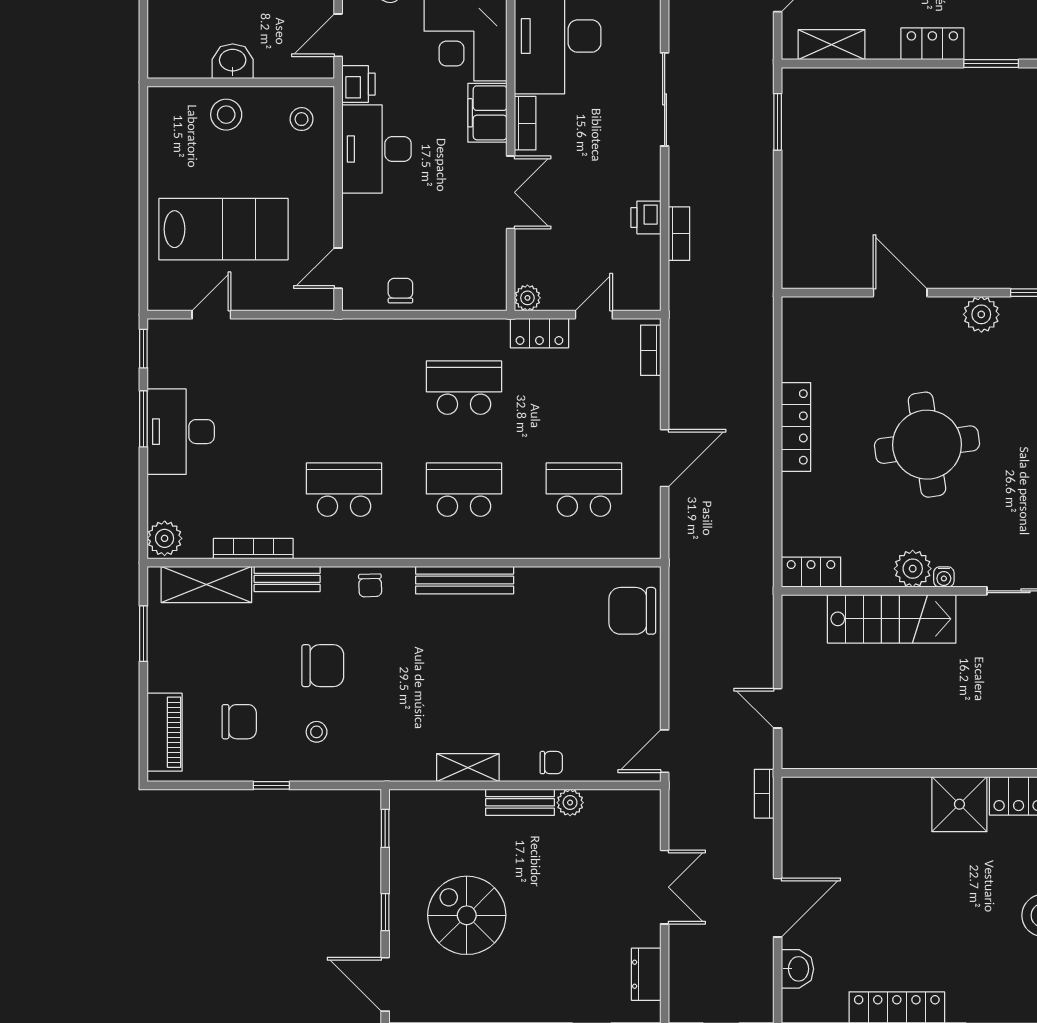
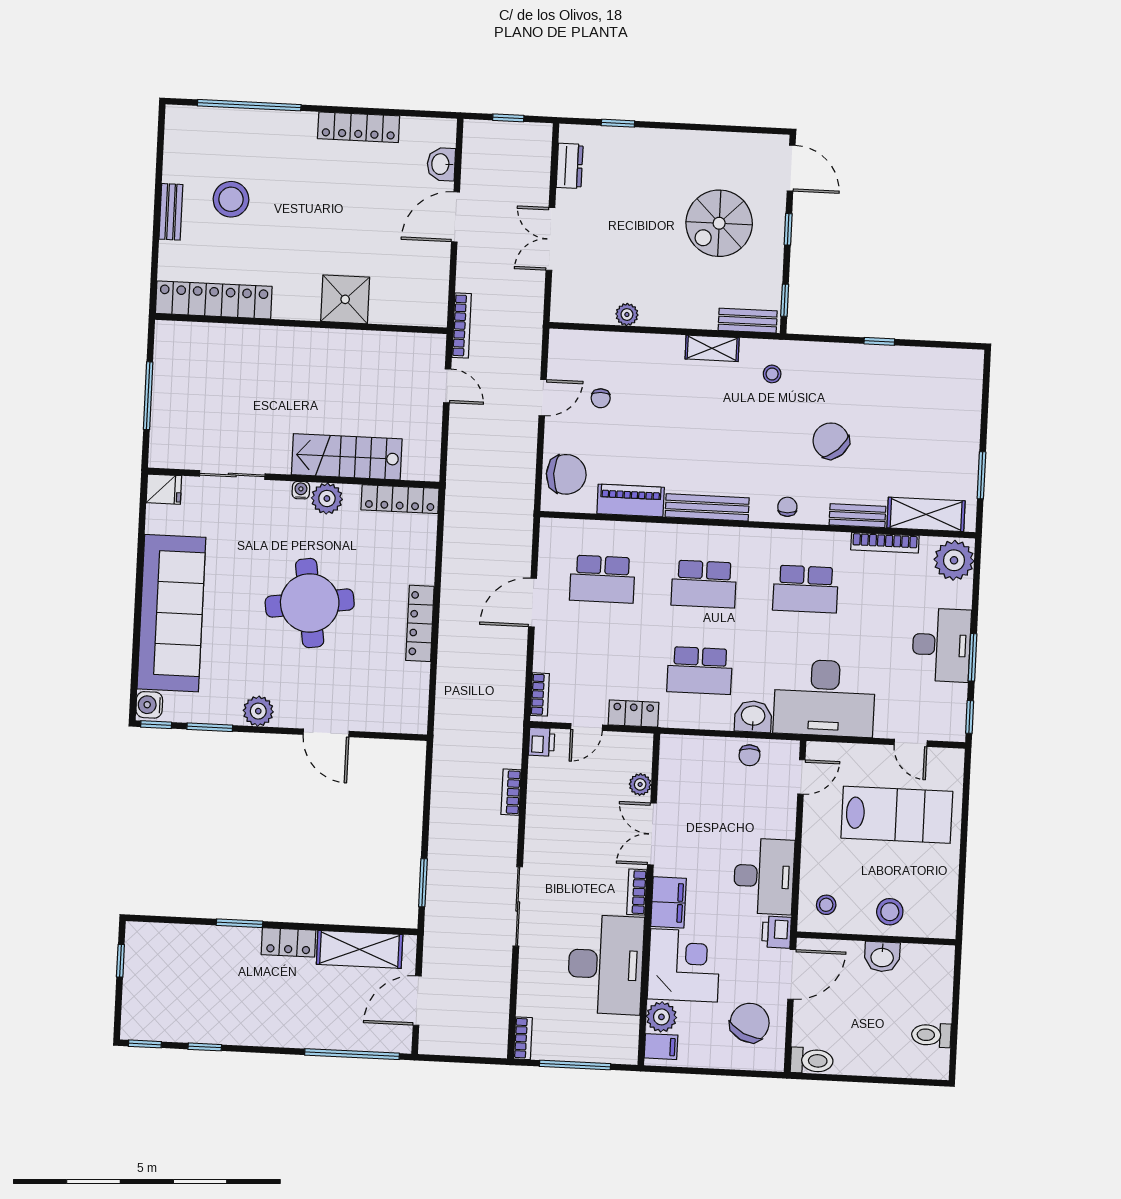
door: (338, 35) -> (792, 974), width x1.38
shelving: (832, 45) -> (360, 949), width x1.50, depth x1.33
printer: (646, 217) -> (542, 742), moved
lab bench: (224, 229) -> (897, 815), turned 180
plant: (527, 298) -> (640, 784), moved
door: (211, 315) -> (911, 743), hinge flipped
washbasin: (398, 337) -> (753, 716), added
desk: (316, 362) -> (824, 698), added
plant: (165, 538) -> (954, 560), width x1.36, depth x1.36
locker: (811, 572) -> (400, 499), width x1.53
chair: (323, 666) -> (831, 441), turned 47
chair: (239, 722) -> (904, 397), removed
piano: (165, 732) -> (631, 500), moved, turned 90
stool: (317, 732) -> (772, 374), moved
door: (665, 751) -> (543, 398), moved
chair: (551, 763) -> (601, 398), moved, turned -90
bookcase: (764, 794) -> (462, 326), width x1.56
bench: (520, 802) -> (748, 321), moved
shower: (959, 804) -> (345, 299), moved
spiral stairs: (467, 915) -> (719, 223), turned 90

